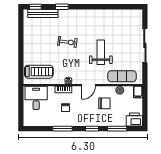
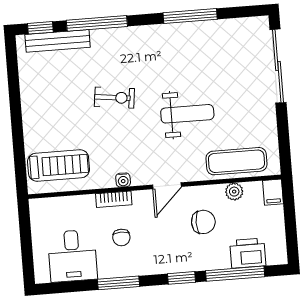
window: (62, 7) -> (97, 23), width x2.17
window: (106, 7) -> (190, 16), added
sliding door: (145, 45) -> (278, 66), moved
weight bench: (101, 52) -> (187, 114), turned 90
desk: (36, 98) -> (72, 256), moved, turned 180
printer: (134, 120) -> (248, 253), moved
window: (117, 129) -> (235, 274), width x1.44

